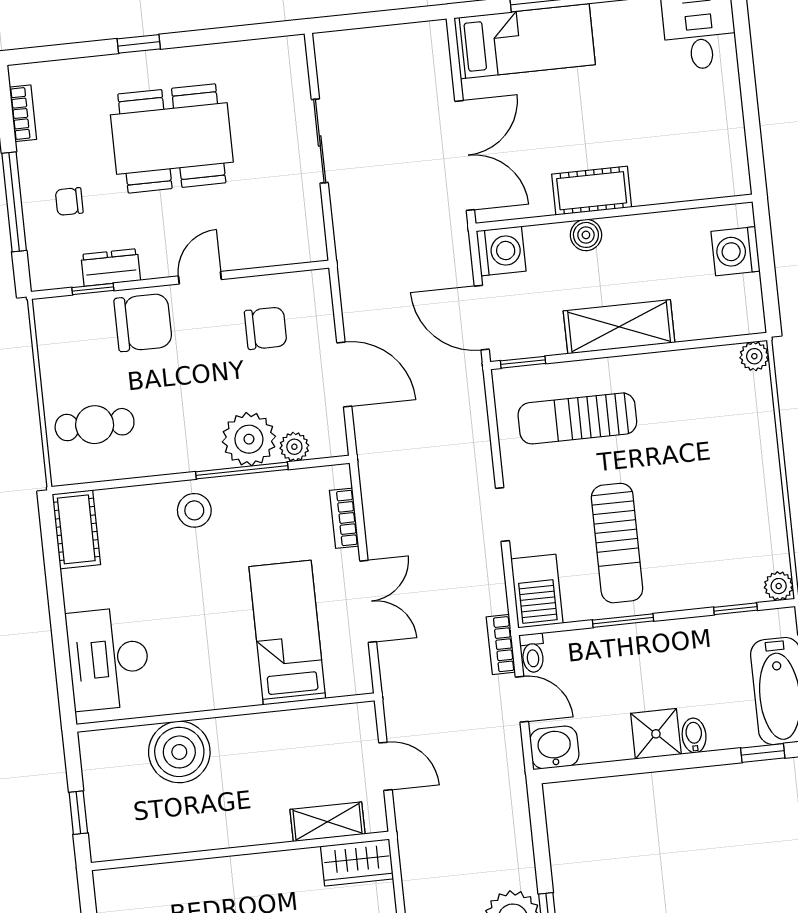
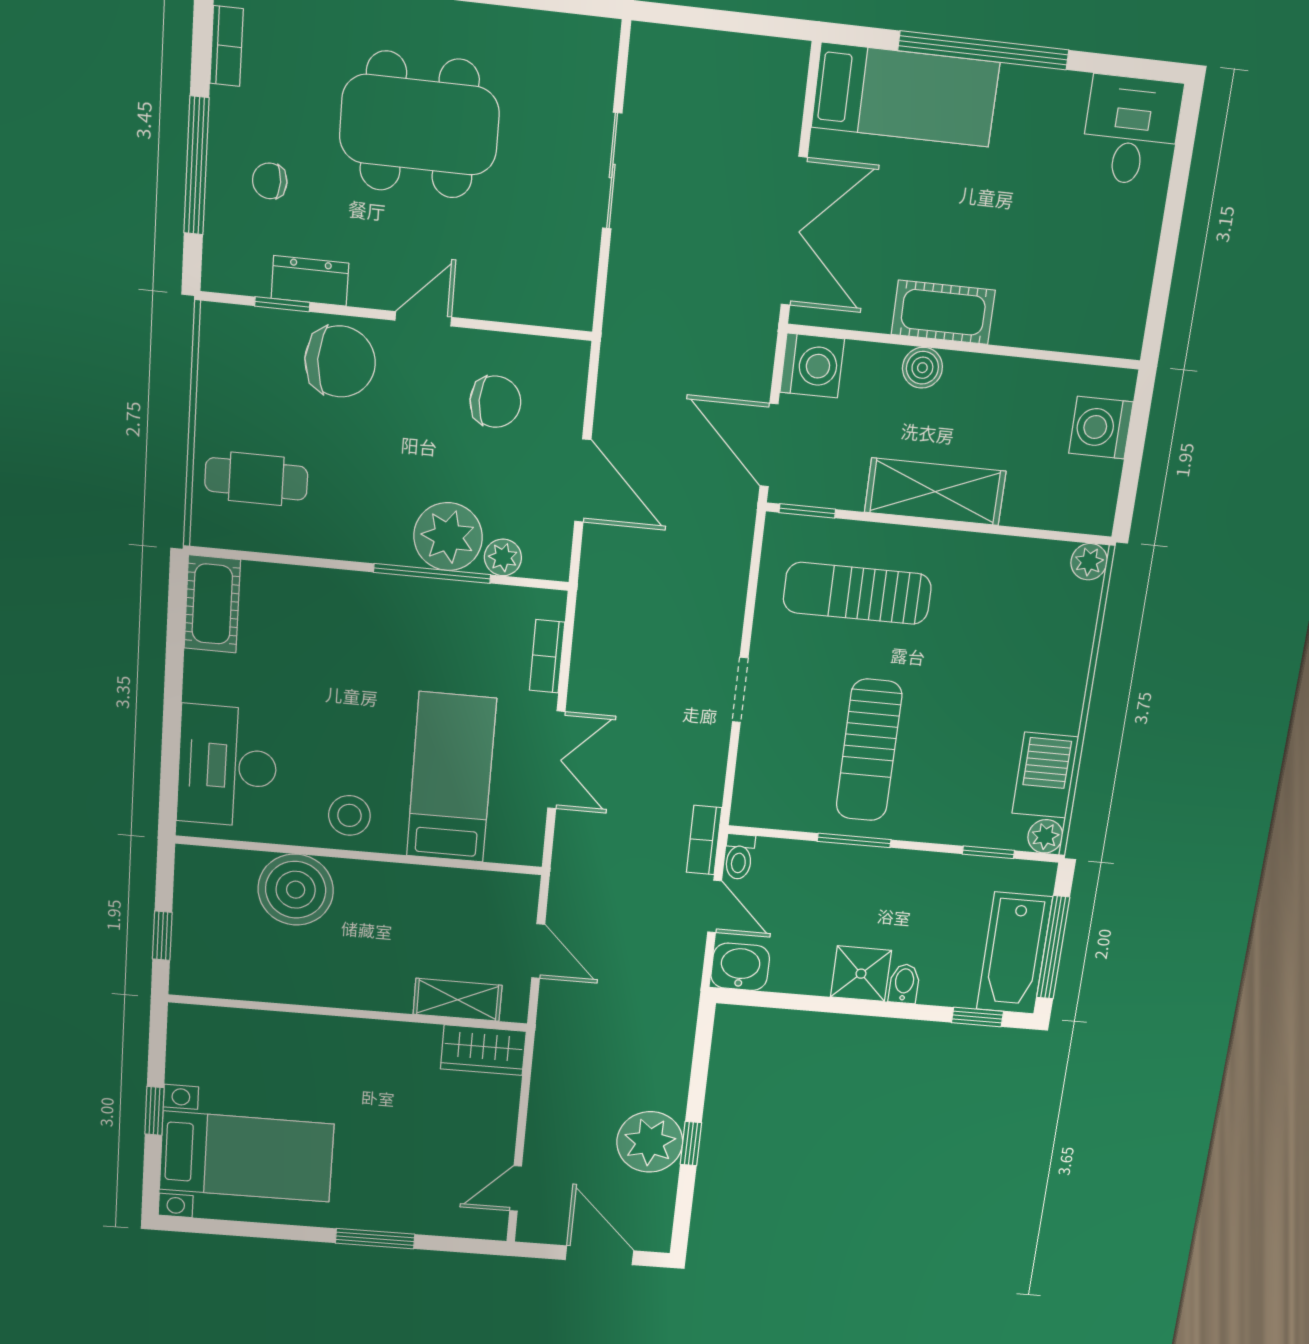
stool: (194, 510) -> (349, 815), moved
barbecue: (537, 591) -> (1045, 775), moved, turned 180

